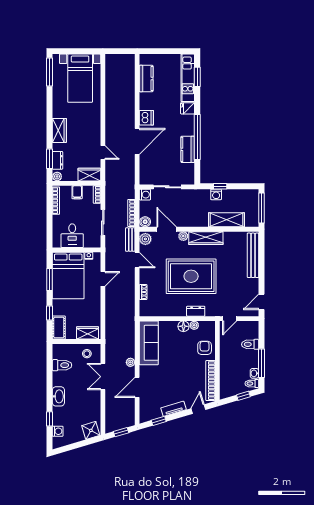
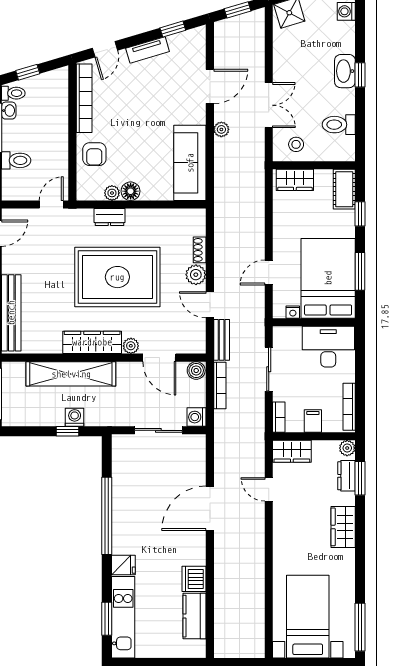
dishwasher: (146, 118) -> (194, 579), moved
kitchen counter: (188, 149) -> (123, 495), removed
shelving: (227, 220) -> (71, 374), width x1.47
desk: (72, 236) -> (328, 347), width x1.37
plant: (145, 239) -> (196, 275), moved
window: (50, 419) -> (360, 75), moved

